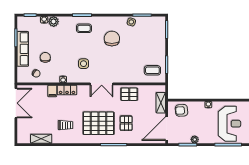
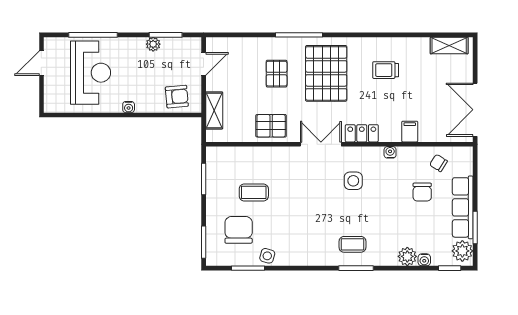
plant: (23, 25) -> (462, 251), added
chair: (112, 39) -> (239, 230), moved, turned 180
coffee table: (152, 70) -> (254, 192), moved
locker: (67, 90) -> (362, 133), moved
pallet: (99, 123) -> (326, 73), turned 90
reception desk: (229, 124) -> (91, 73), turned 180
door: (167, 129) -> (204, 64), width x0.53
shelving: (41, 139) -> (449, 46), moved

